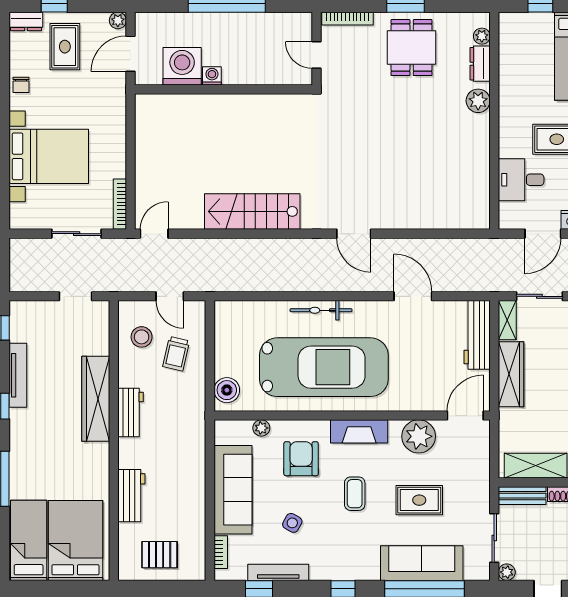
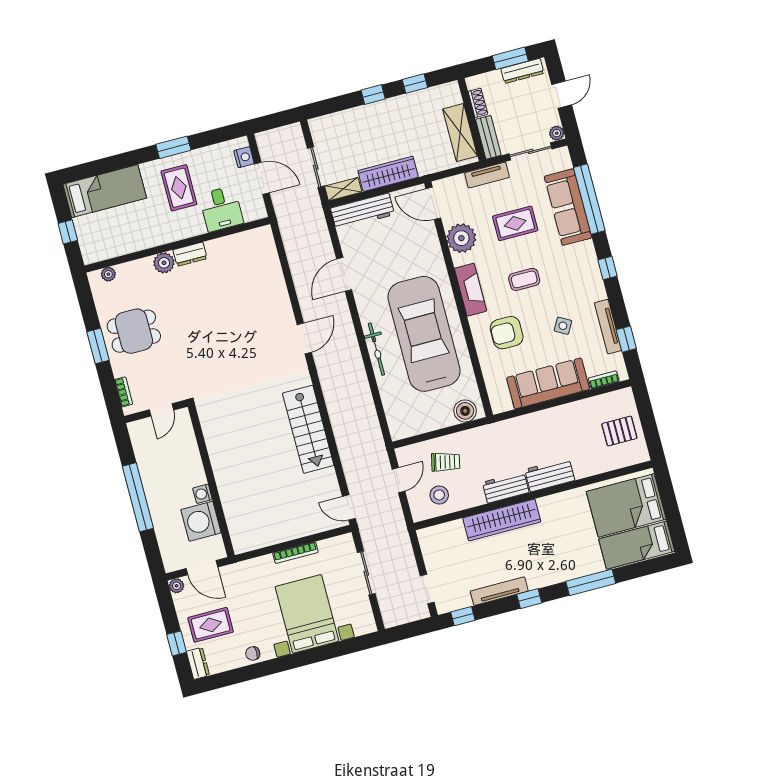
bookcase: (347, 19) -> (124, 392), width x0.64
dresser: (480, 64) -> (190, 254), moved
chair: (21, 85) -> (253, 653), turned 180
bookcase: (120, 204) -> (295, 553), moved
doorway: (76, 296) -> (427, 589), moved
plant: (261, 428) -> (489, 373), removed
tv unit: (481, 483) -> (487, 175), added
workbench: (131, 496) -> (550, 475), moved
rug: (419, 500) -> (515, 223), turned 90
pallet: (160, 555) -> (619, 431), turned 90

